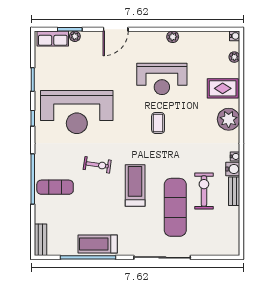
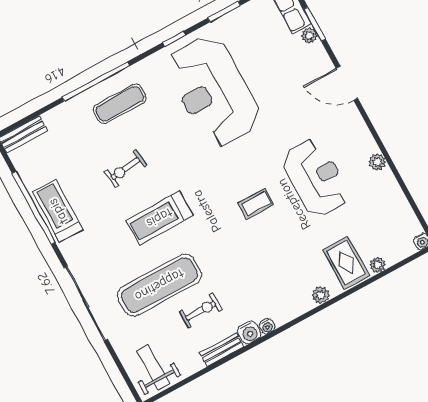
plant: (234, 57) -> (378, 265), moved
reception desk: (162, 79) -> (315, 178), turned 180
plant: (229, 119) -> (321, 295), width x0.53, depth x0.53
exercise bike: (97, 165) -> (126, 169), moved, turned 75
treadmill: (135, 186) -> (159, 218), turned 180
exercise mat: (55, 187) -> (120, 104), moved, turned 90
exercise bike: (204, 191) -> (201, 311), width x0.73, depth x0.72
weight bench: (222, 238) -> (153, 367), added

